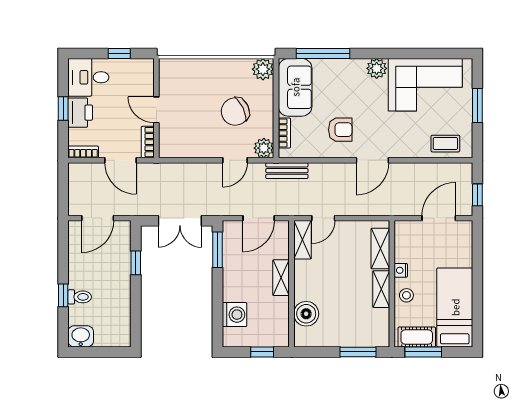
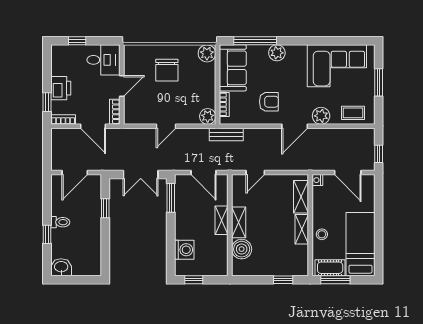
window: (119, 54) -> (77, 41), moved
plant: (377, 68) -> (277, 53), moved
desk: (88, 77) -> (103, 60), moved, turned 180
window: (63, 108) -> (47, 102), moved
door: (156, 110) -> (122, 86), swing flipped
chair: (235, 111) -> (167, 70), moved, turned -64
plant: (405, 147) -> (321, 116), added
door: (235, 160) -> (166, 126), moved
door: (259, 218) -> (204, 173), hinge flipped
door: (439, 218) -> (348, 173), swing flipped
shelving: (303, 240) -> (239, 222), moved
nightstand: (401, 270) -> (317, 180), moved
toilet: (80, 297) -> (60, 222), moved
window: (262, 352) -> (194, 280), moved
window: (358, 352) -> (283, 280), width x0.67

